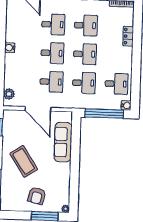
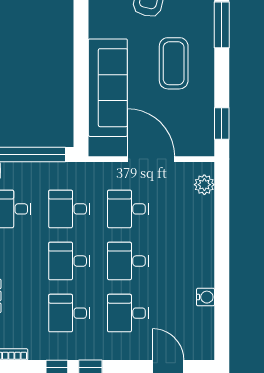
water cooler: (10, 48) -> (205, 297), moved
sofa: (63, 142) -> (108, 88), width x1.36, depth x1.27
coffee table: (24, 161) -> (174, 63), turned 33

